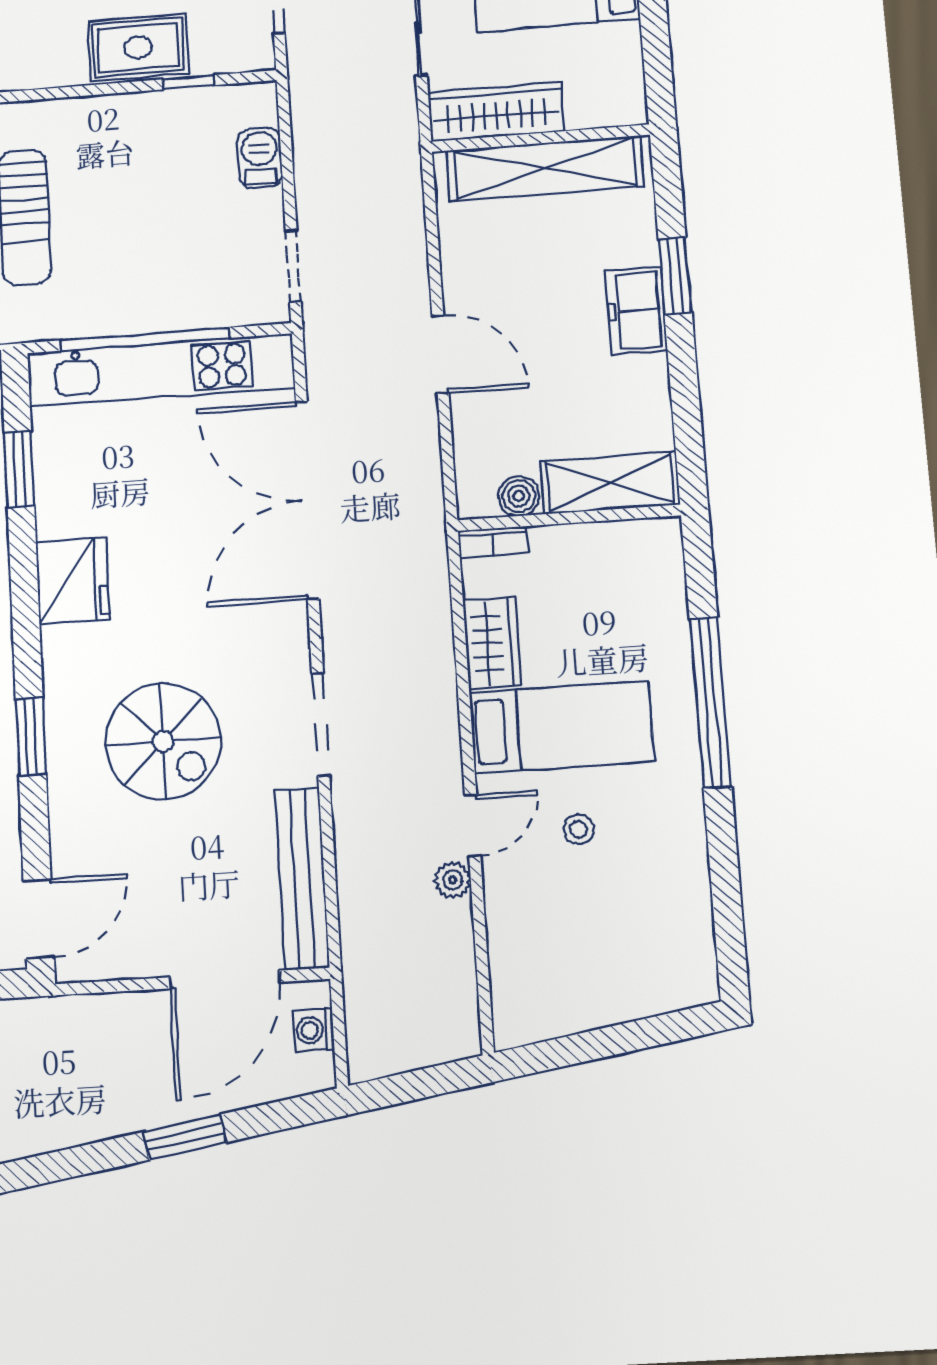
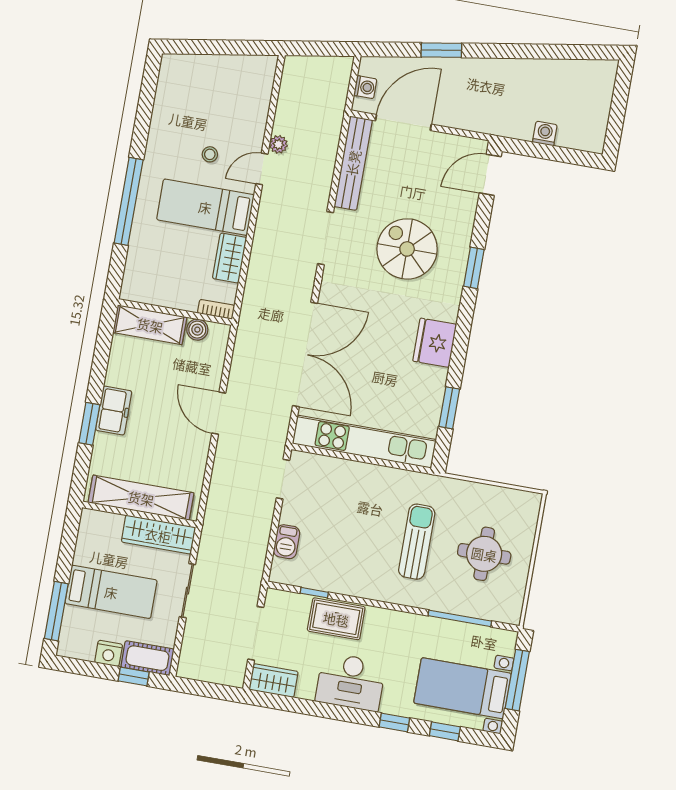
window: (145, 339) -> (369, 460), removed

